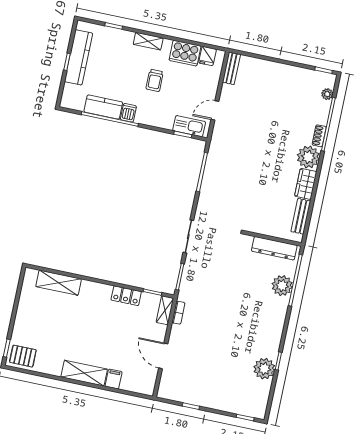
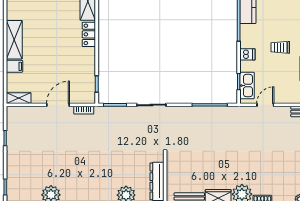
door: (215, 110) -> (265, 105), hinge flipped
dishwasher: (128, 113) -> (247, 54), moved
locker: (126, 296) -> (89, 34), moved
shelving: (165, 310) -> (19, 98), moved
door: (163, 356) -> (58, 105), moved

